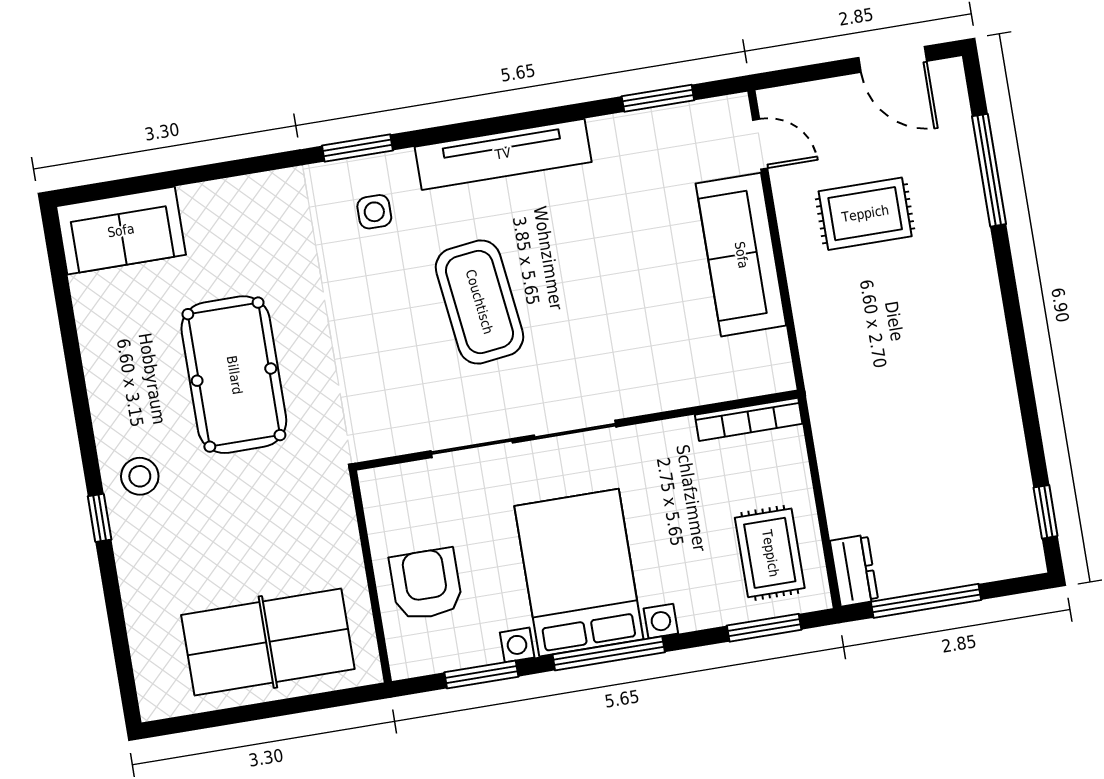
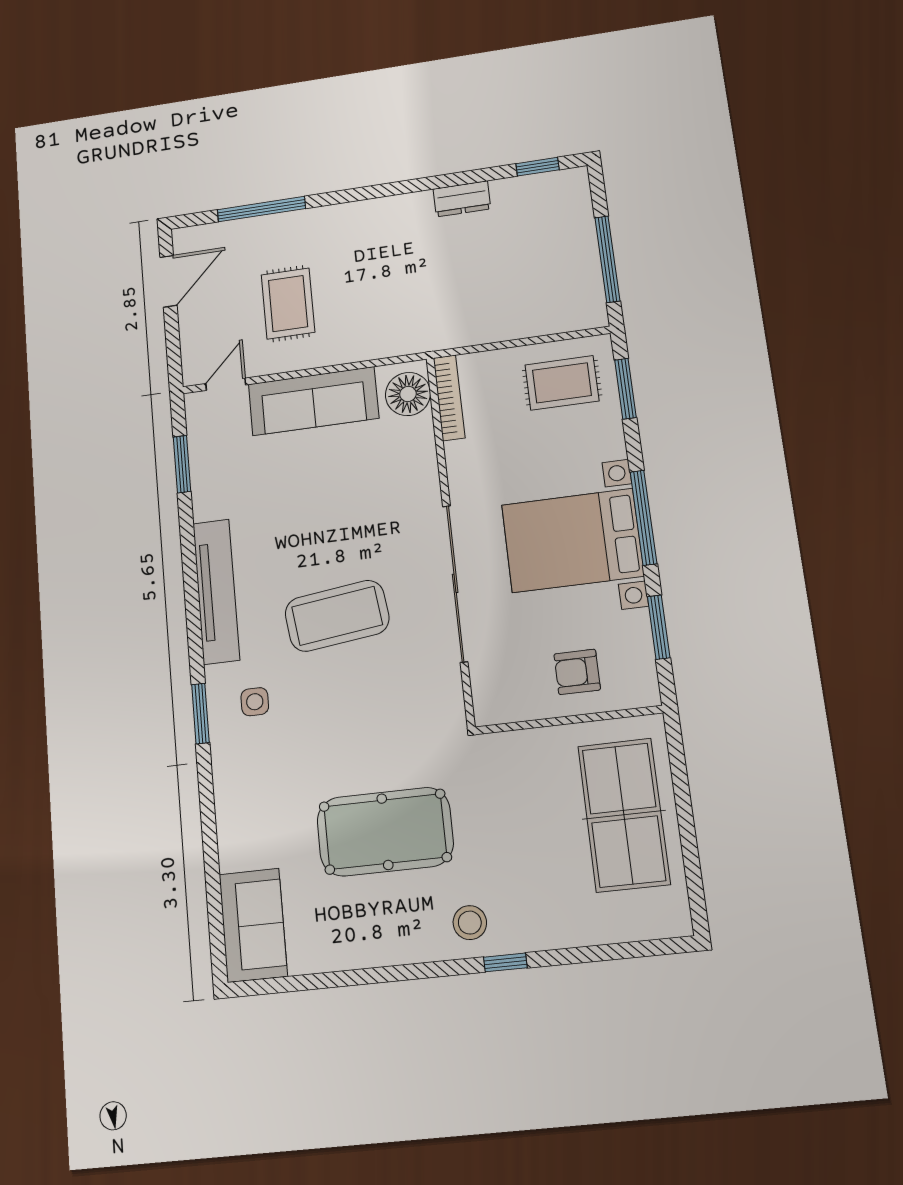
floor lamp: (752, 369) -> (408, 394), added
dresser: (854, 571) -> (462, 199), moved, turned 180
armchair: (426, 584) -> (577, 672), width x0.72, depth x0.72

